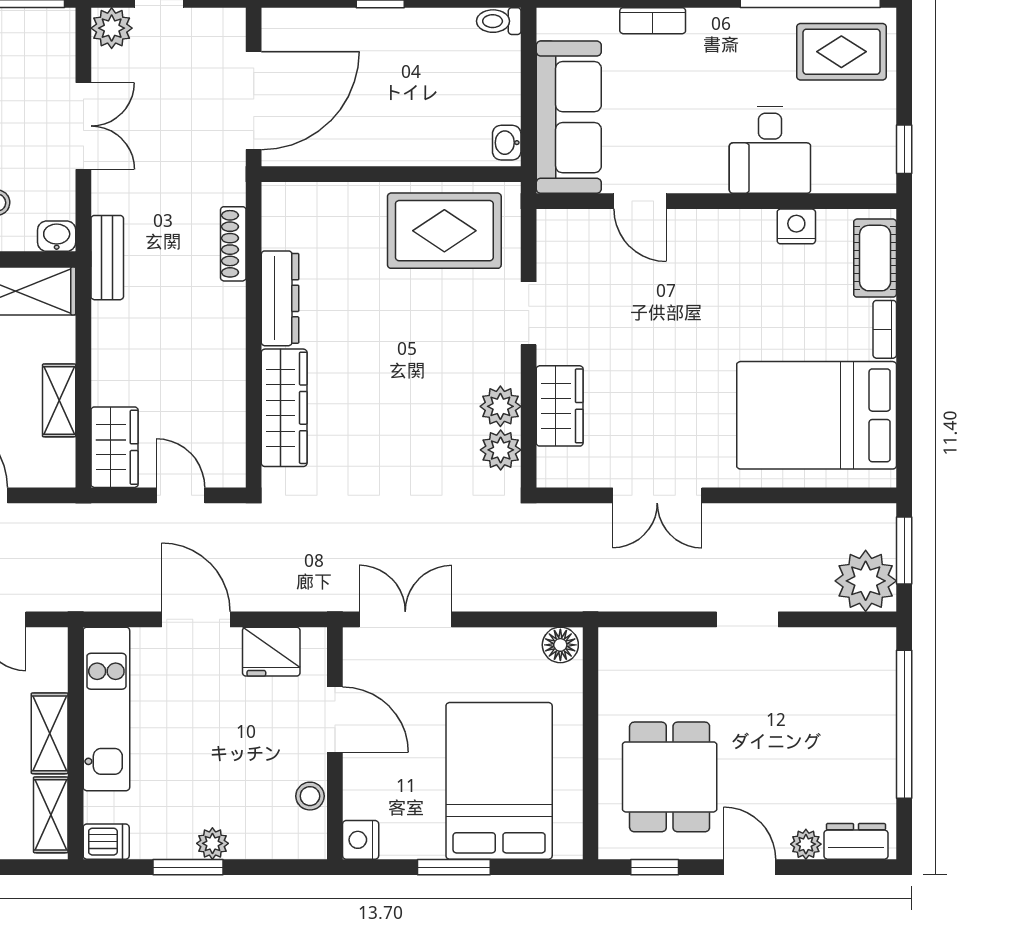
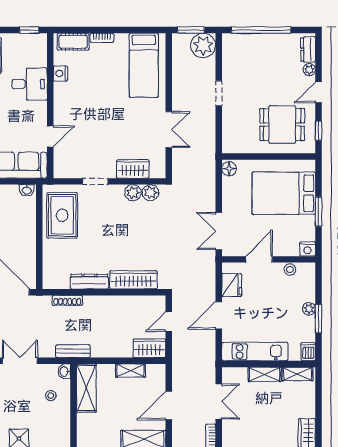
bed: (817, 415) -> (144, 65), width x0.67

